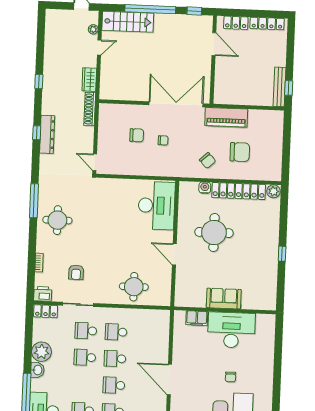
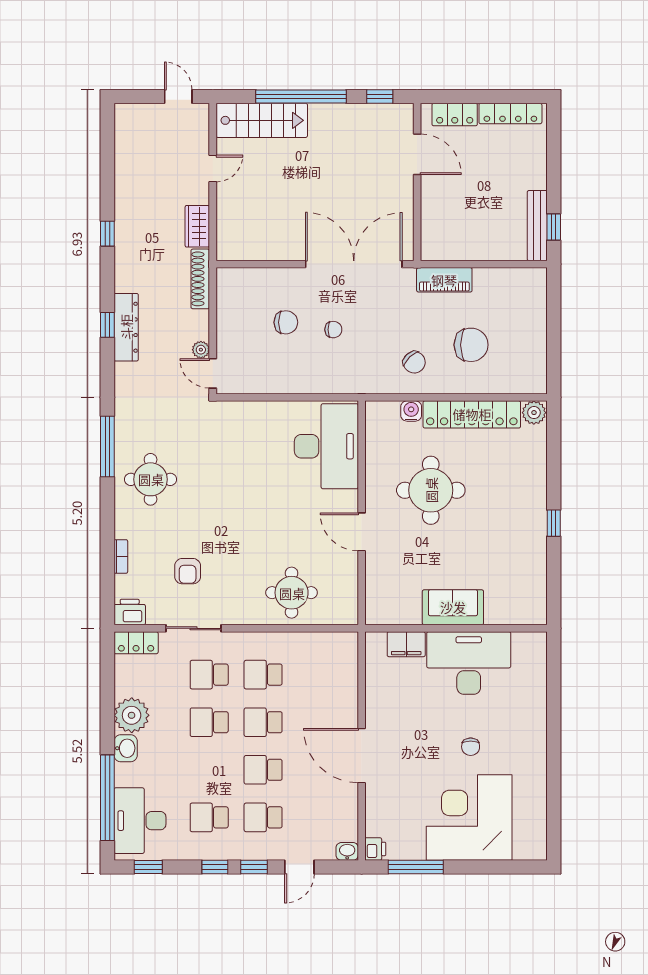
plant: (93, 29) -> (201, 350), moved
piano: (226, 117) -> (444, 280), width x0.73, depth x0.75

